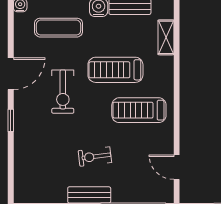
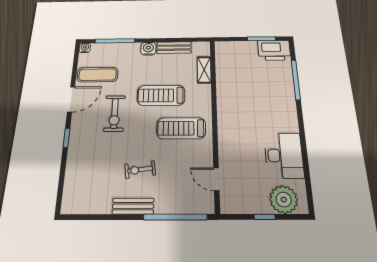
exercise mat: (59, 28) -> (98, 75), moved

